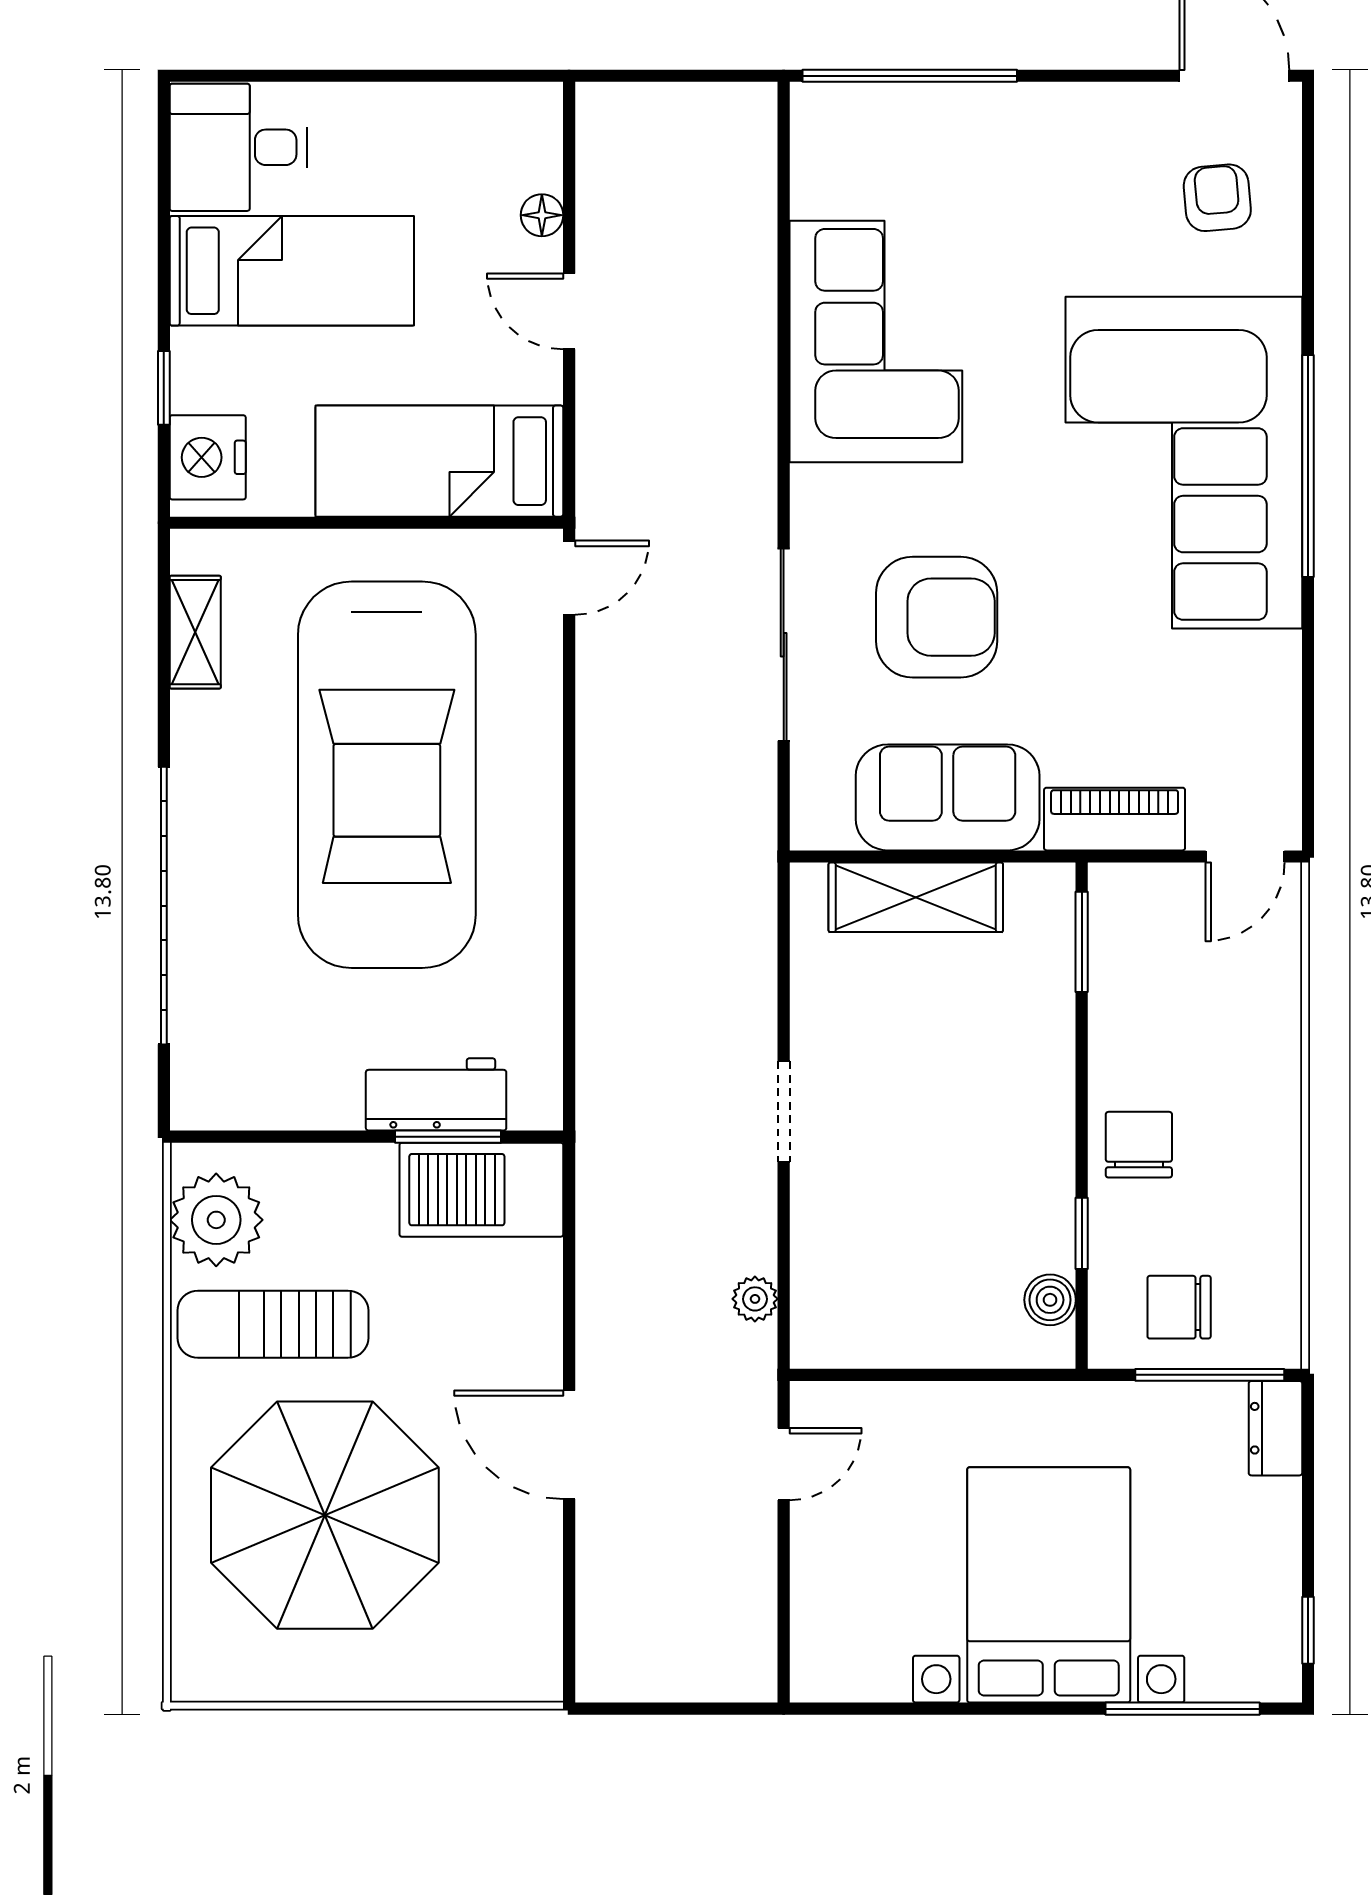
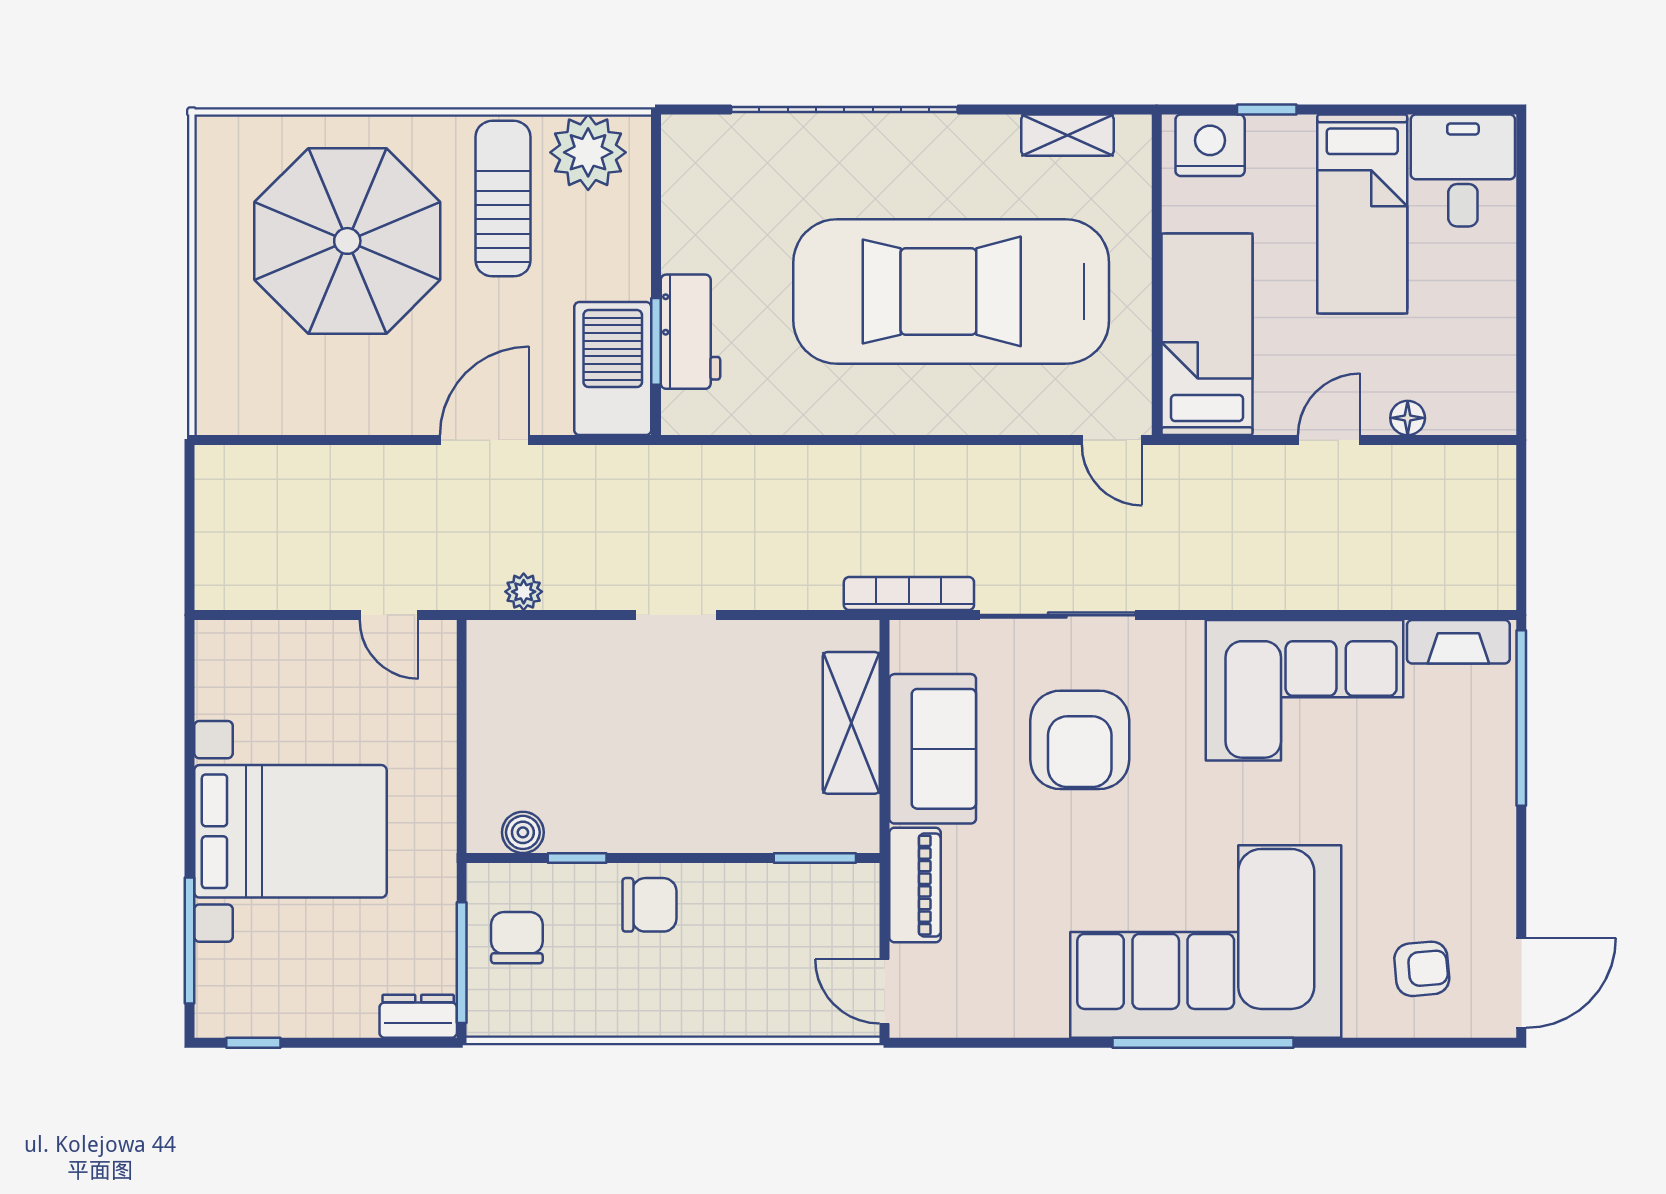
fireplace: (816, 153) -> (1458, 642), added
bookcase: (757, 827) -> (909, 594), added
door: (569, 1445) -> (485, 440), moved

